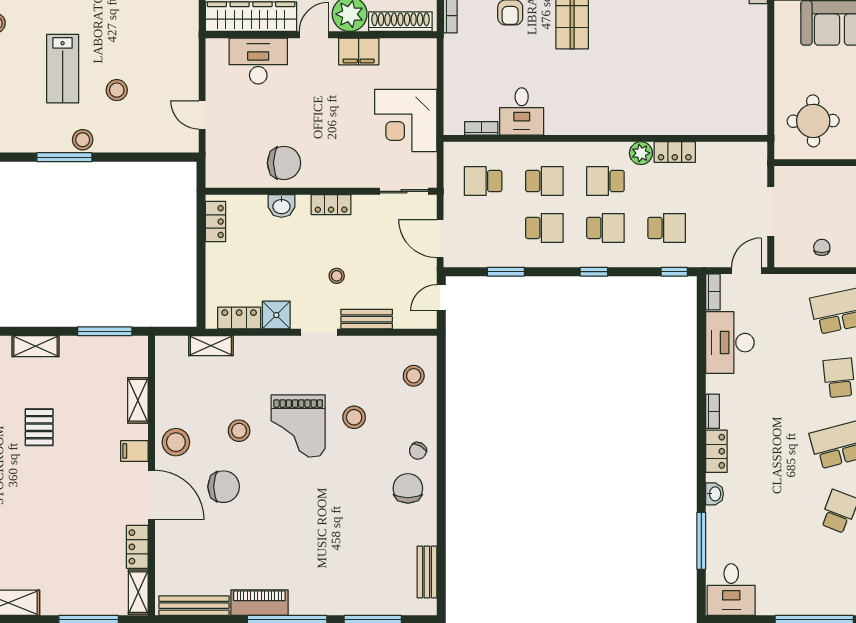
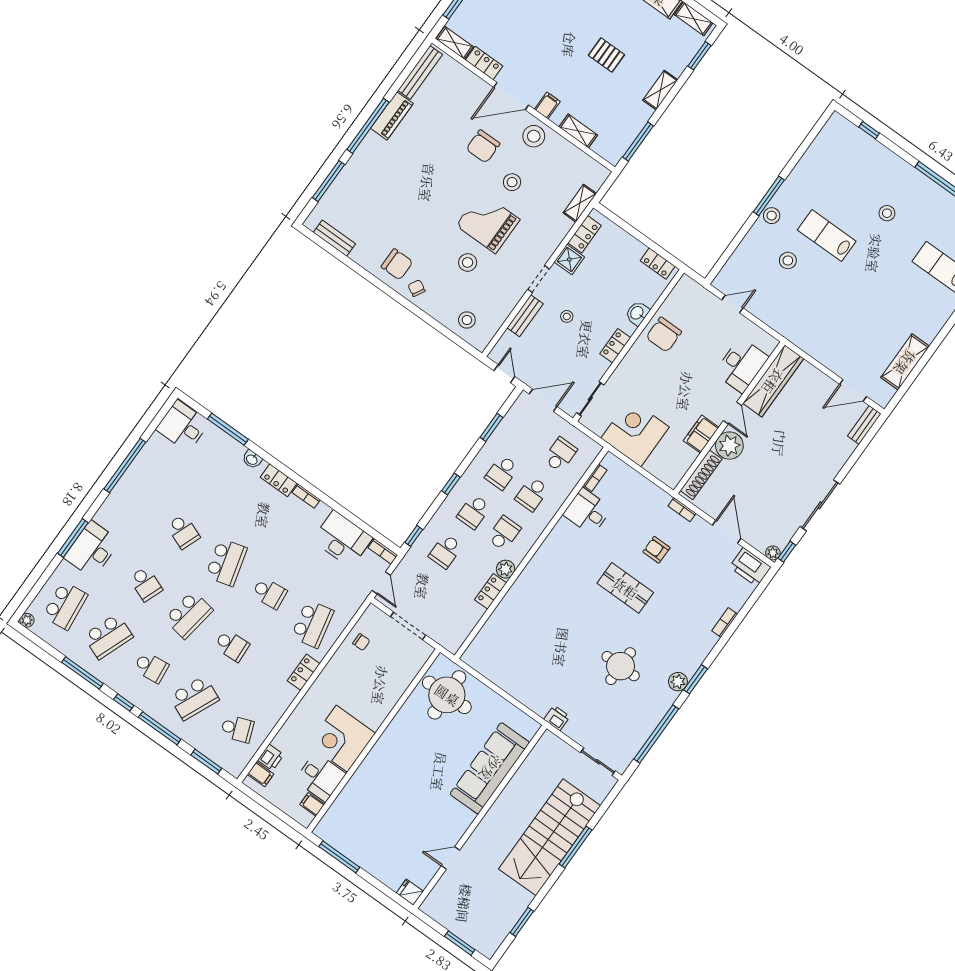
round table: (813, 121) -> (447, 695), width x1.36, depth x1.36

